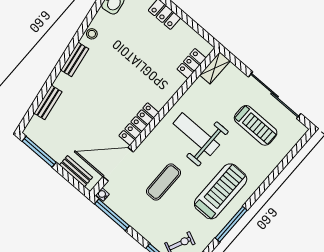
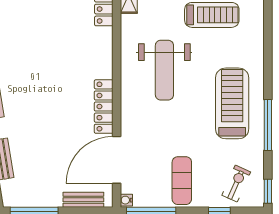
weight bench: (196, 134) -> (164, 70), turned -90
exercise mat: (163, 182) -> (182, 181), moved

